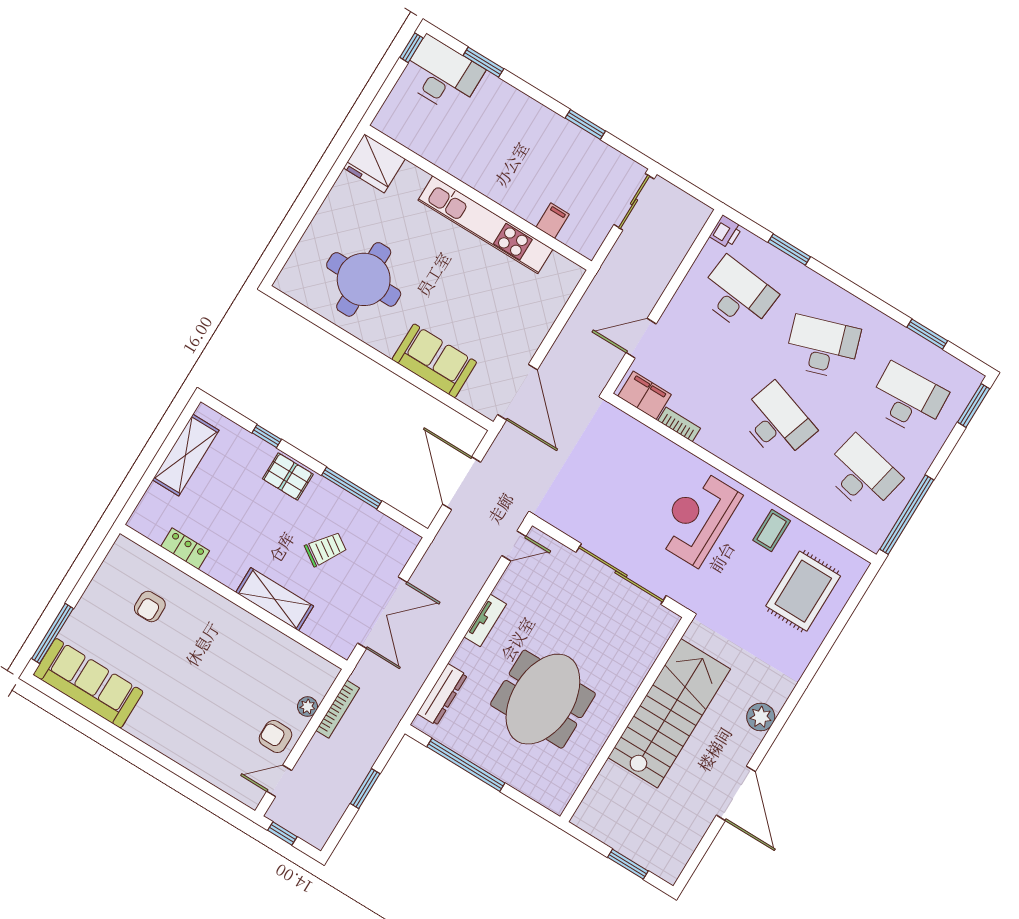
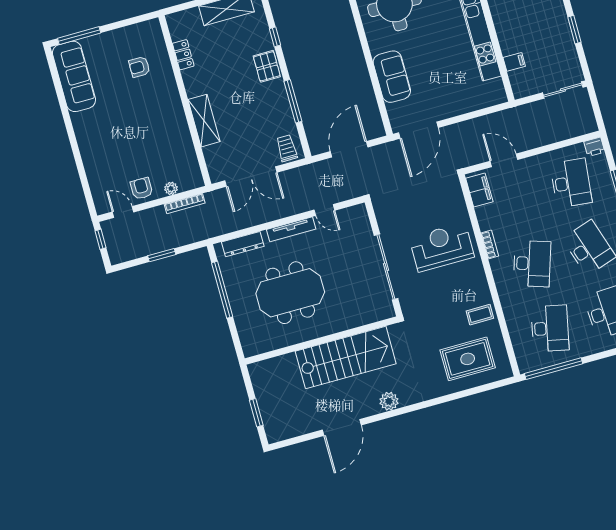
bookcase: (679, 424) -> (490, 244), moved
reception desk: (698, 518) -> (442, 247), moved
door: (514, 546) -> (324, 210), moved
trolley: (326, 549) -> (287, 148), moved, turned -124
tv unit: (485, 620) -> (291, 229), width x1.41

